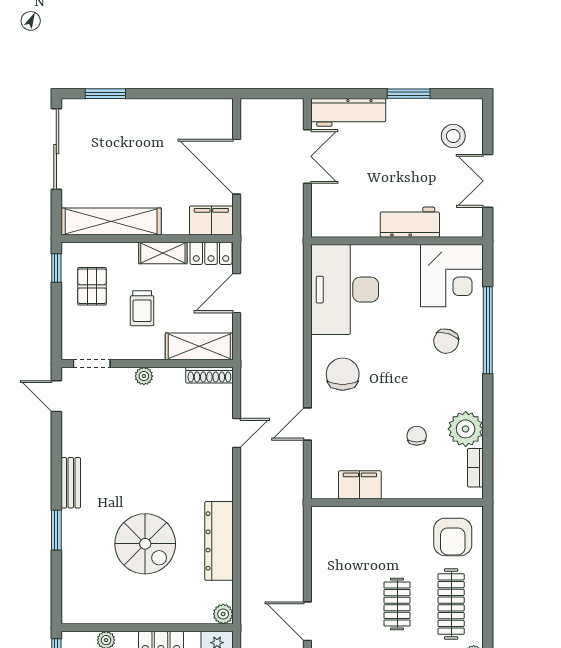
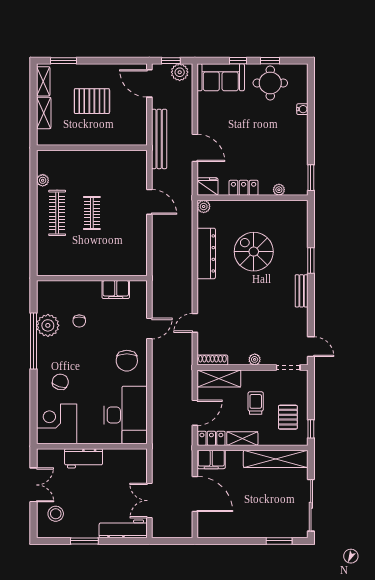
window: (488, 330) -> (34, 341), moved
bookcase: (475, 468) -> (42, 300), removed
armchair: (453, 537) -> (56, 256), removed

